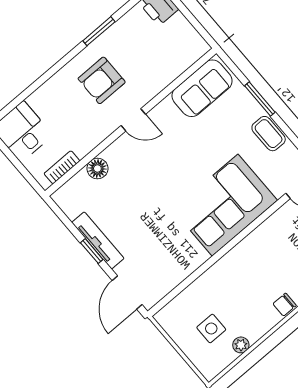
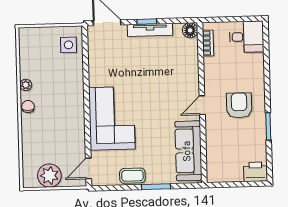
sofa: (202, 88) -> (188, 151), width x1.36
floor lamp: (97, 168) -> (190, 30), moved
side table: (211, 329) -> (68, 45), moved
plant: (241, 345) -> (26, 85), moved

